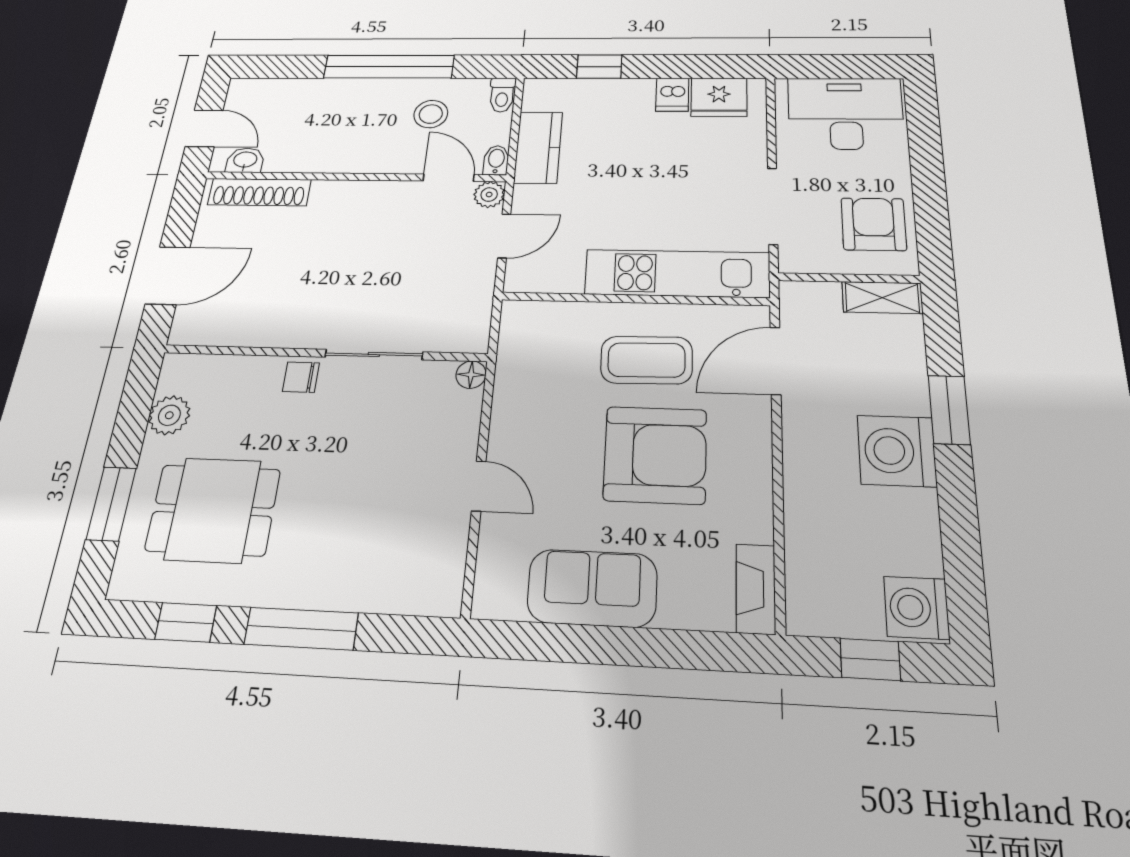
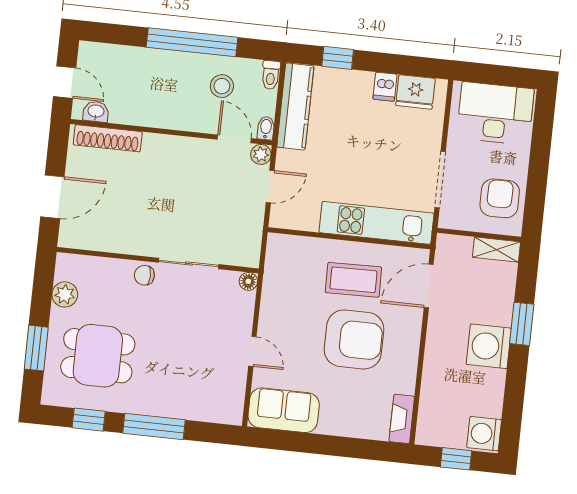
kitchen counter: (538, 147) -> (295, 106), width x1.50
sofa: (592, 588) -> (284, 410), moved

